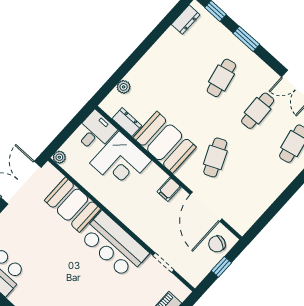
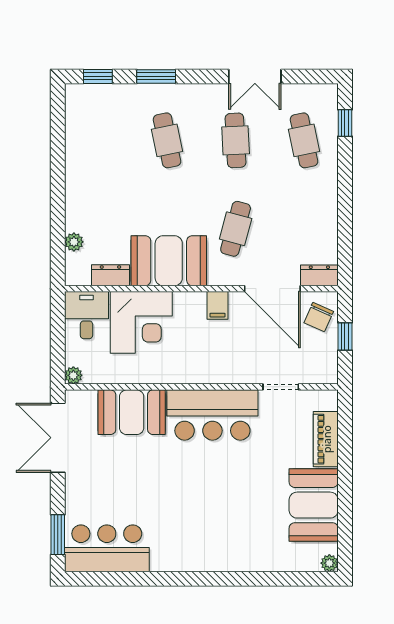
dresser: (186, 20) -> (319, 275), moved, turned -90
cafe table: (215, 157) -> (236, 229), turned 39

